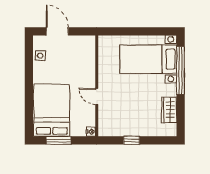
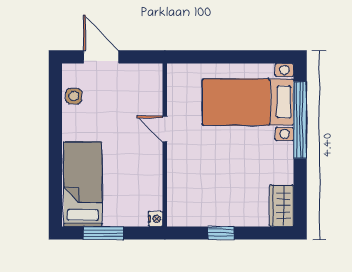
door: (97, 96) -> (165, 129), moved
bed: (52, 110) -> (83, 184), width x0.67
wardrobe: (169, 110) -> (282, 206), moved

